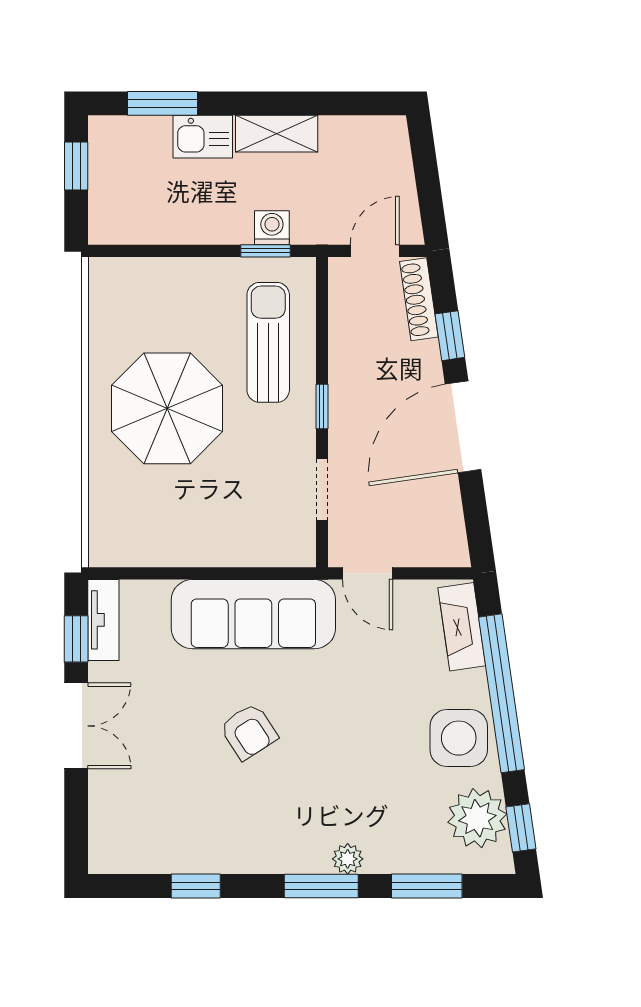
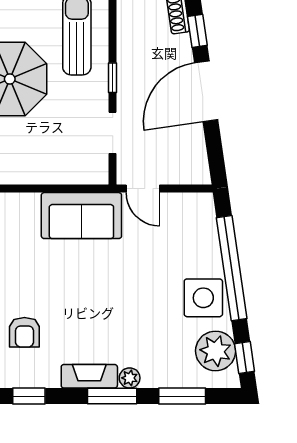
sofa: (253, 614) -> (81, 216), width x0.73
fireplace: (462, 627) -> (89, 376), moved, turned 98
armchair: (249, 732) -> (24, 332), moved, turned 33

